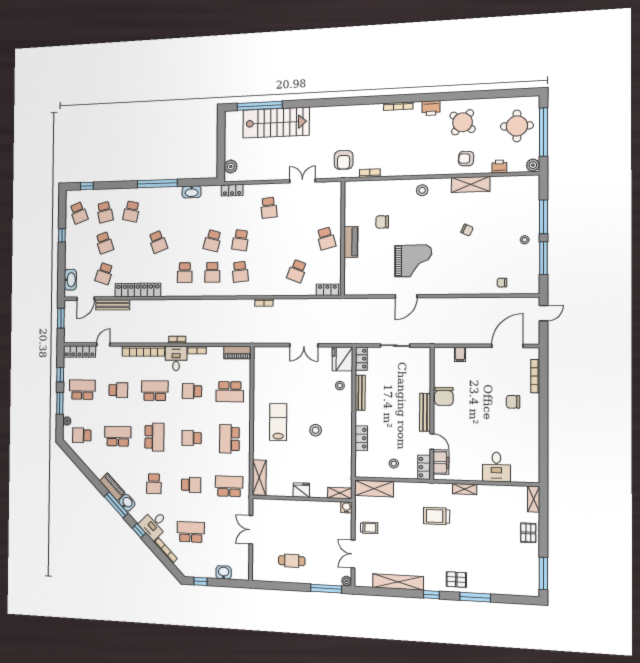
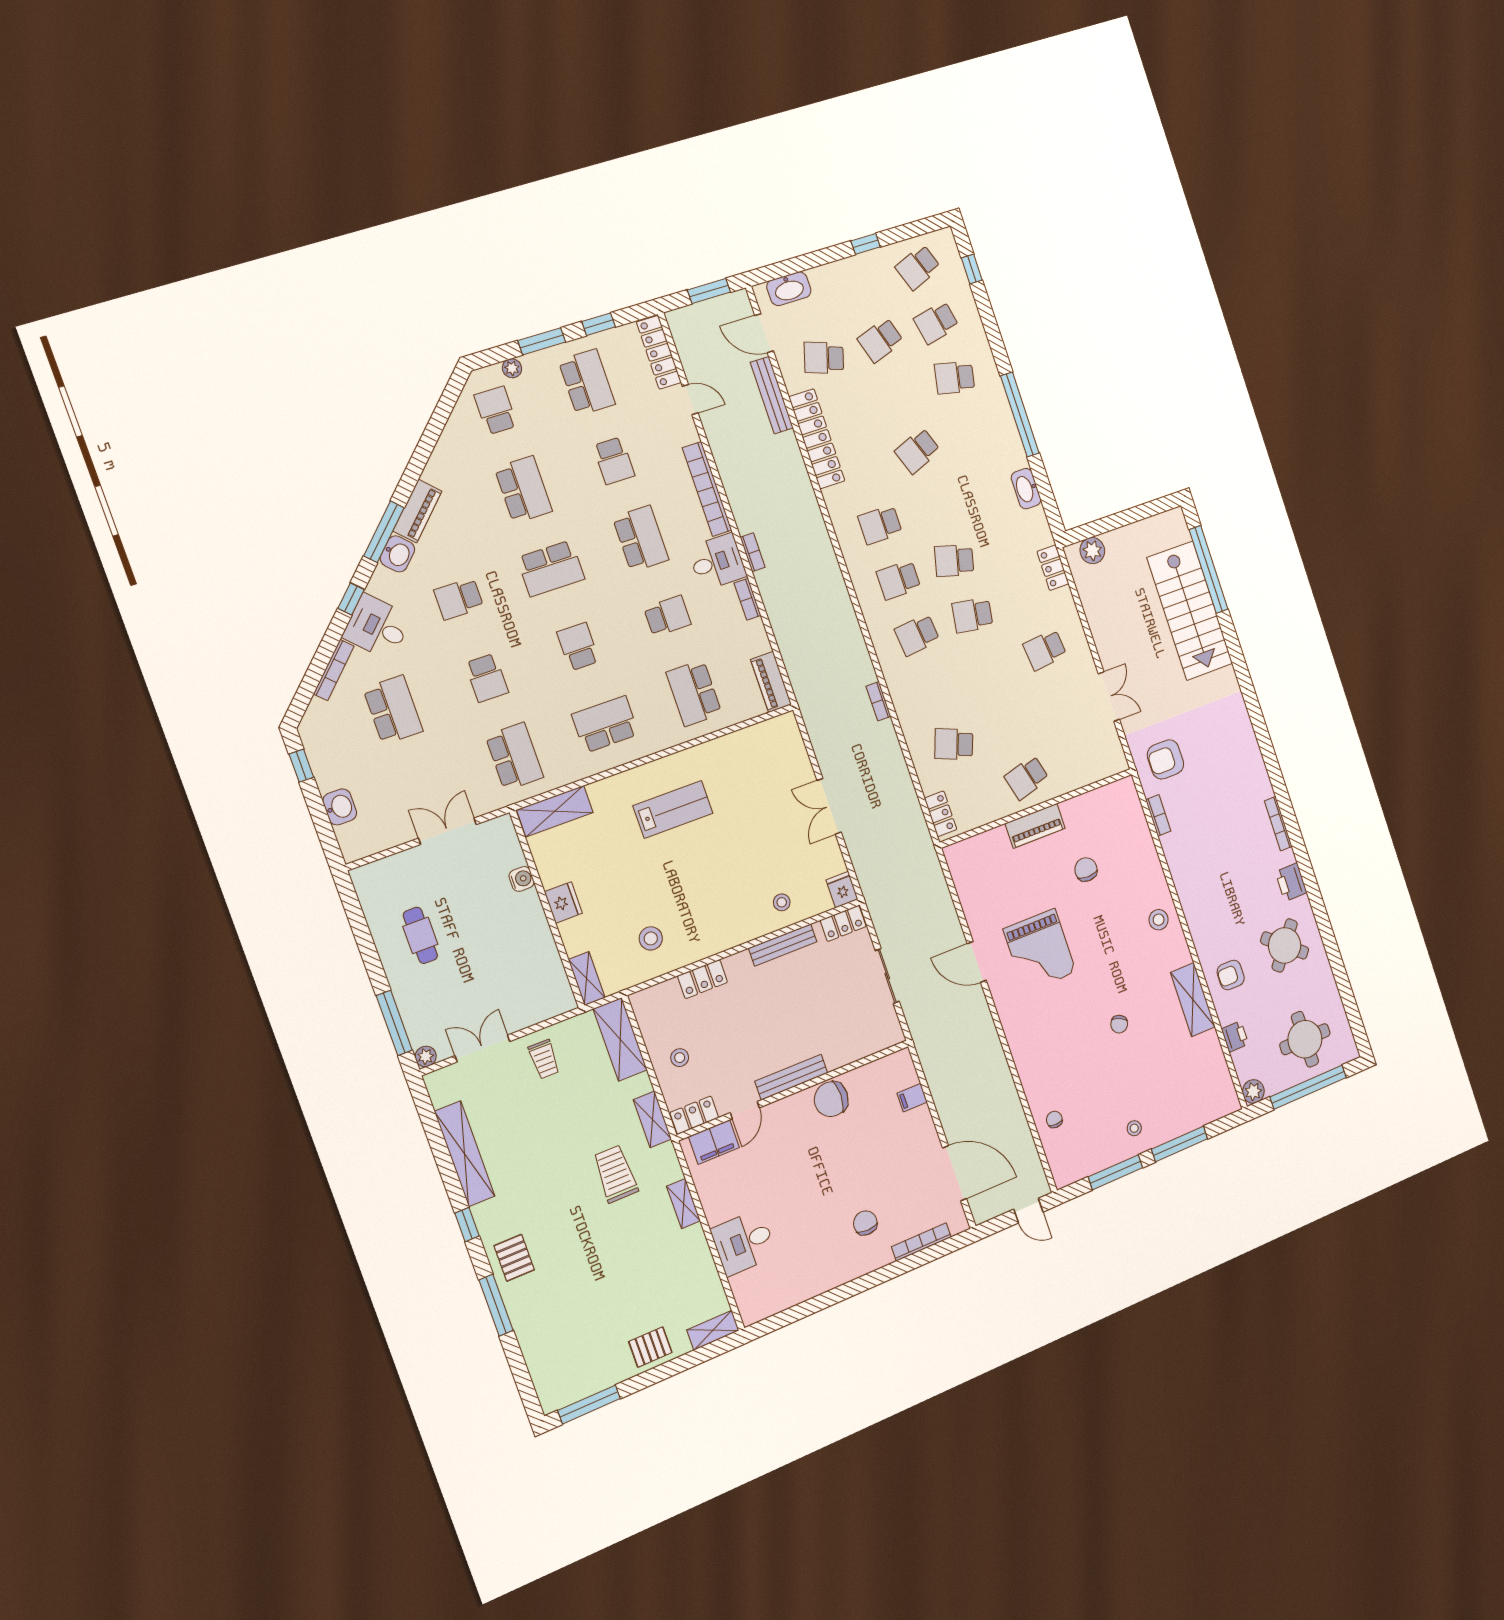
armchair: (466, 159) -> (1231, 975), turned -94
fridge: (342, 359) -> (842, 890), width x0.53, depth x0.75
school desk: (192, 391) -> (667, 616), turned 90
stool: (316, 430) -> (651, 938), moved
shelving: (418, 488) -> (652, 1119), added
water cooler: (346, 507) -> (522, 879), moved

